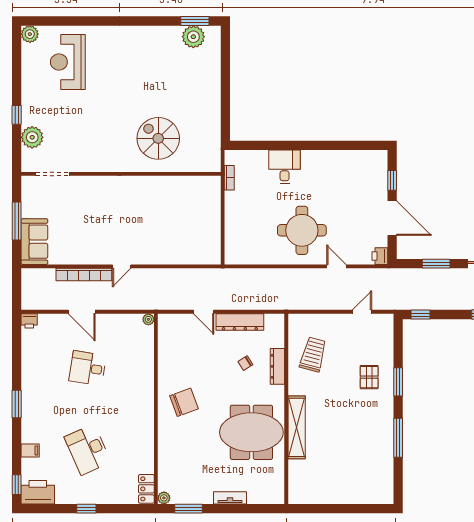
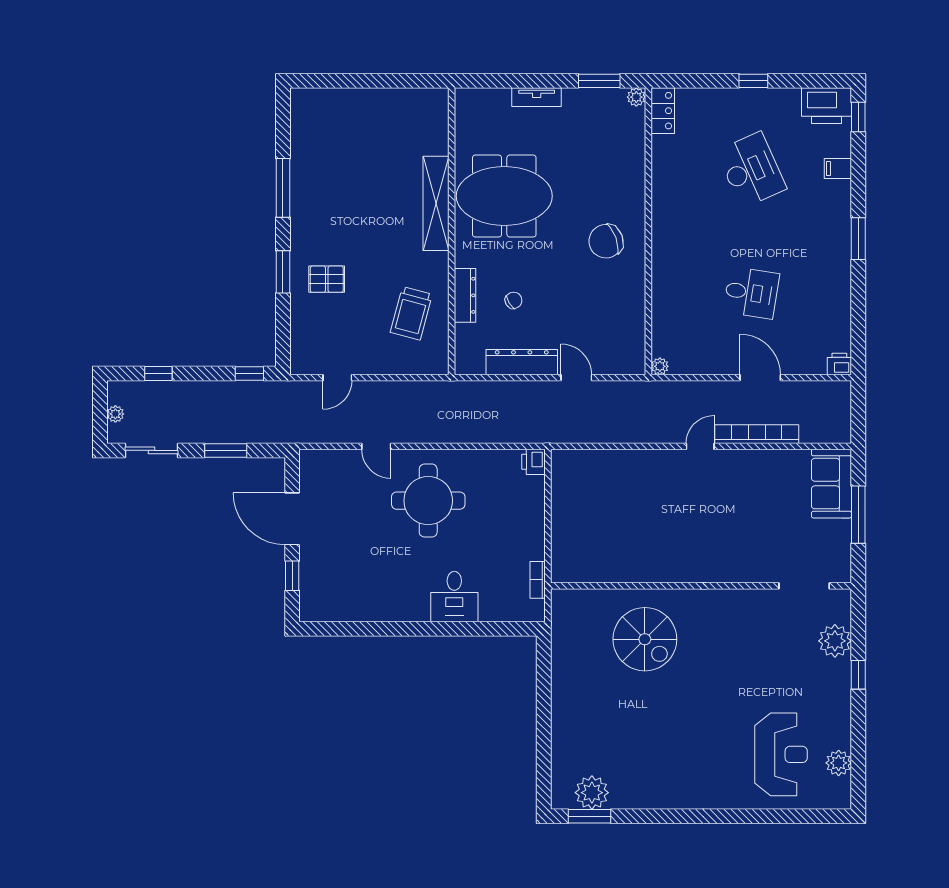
plant: (30, 34) -> (839, 763), moved
printer: (380, 256) -> (533, 462), moved, turned 180
pallet: (369, 377) -> (327, 279), turned 90

